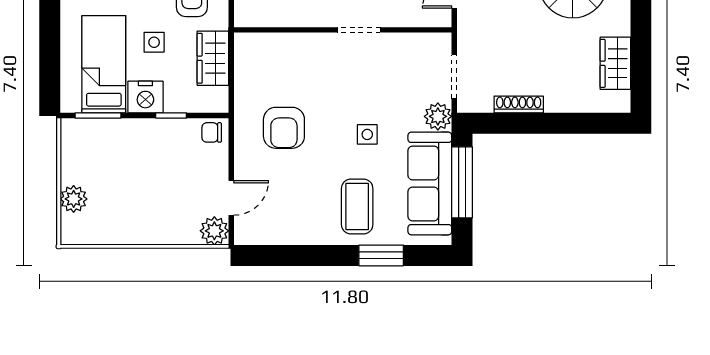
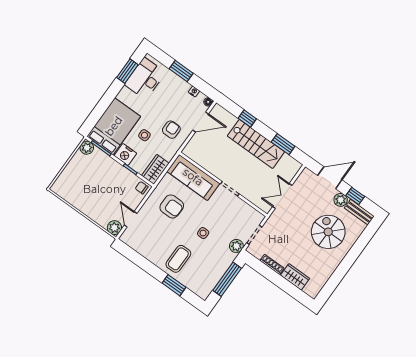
wardrobe: (213, 58) -> (155, 169), moved
wardrobe: (615, 63) -> (295, 277), moved, turned 90
bed: (104, 64) -> (114, 126), width x1.50
armchair: (284, 128) -> (172, 206), turned -90
sofa: (430, 183) -> (193, 177), moved, turned -90
door: (231, 198) -> (131, 219), swing flipped
plant: (74, 199) -> (87, 148), moved

